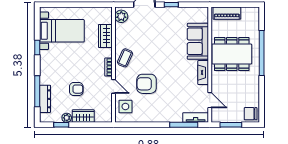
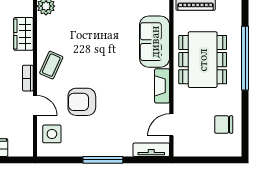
dining table: (232, 54) -> (203, 60), turned 90
door: (210, 100) -> (171, 125), swing flipped
chair: (251, 114) -> (224, 125), moved
window: (184, 125) -> (103, 160), moved
window: (231, 125) -> (201, 160), removed

